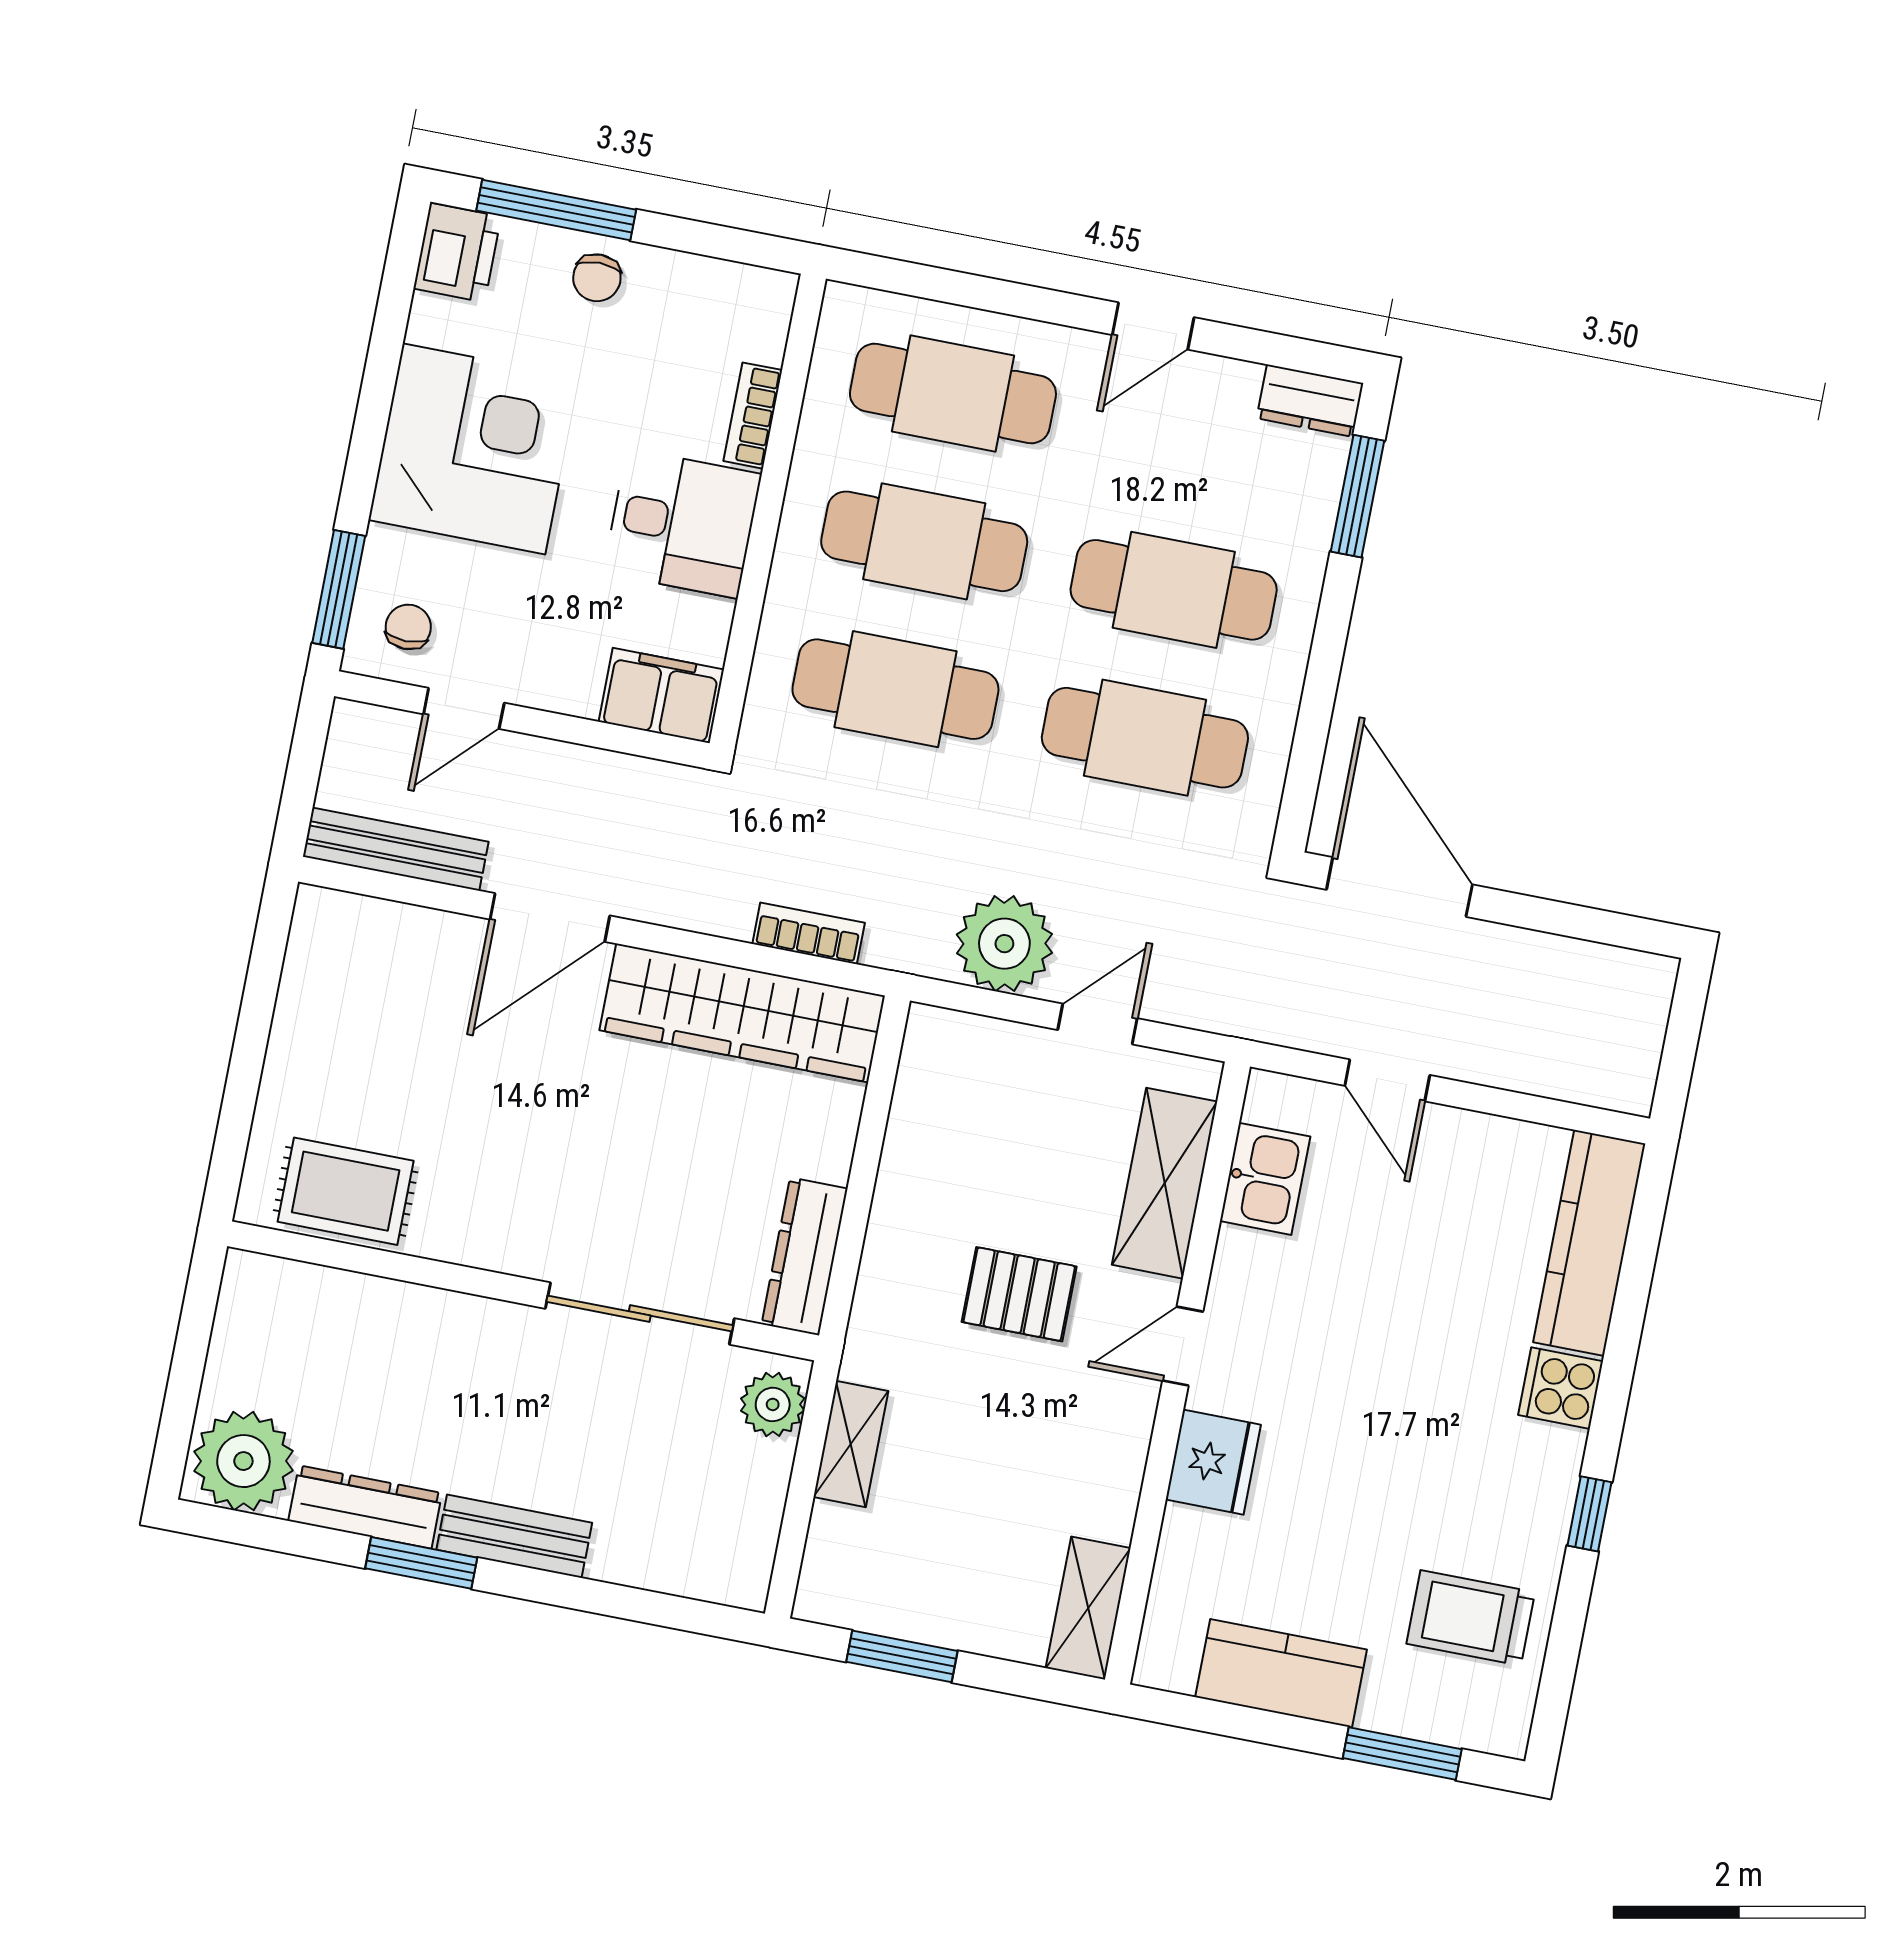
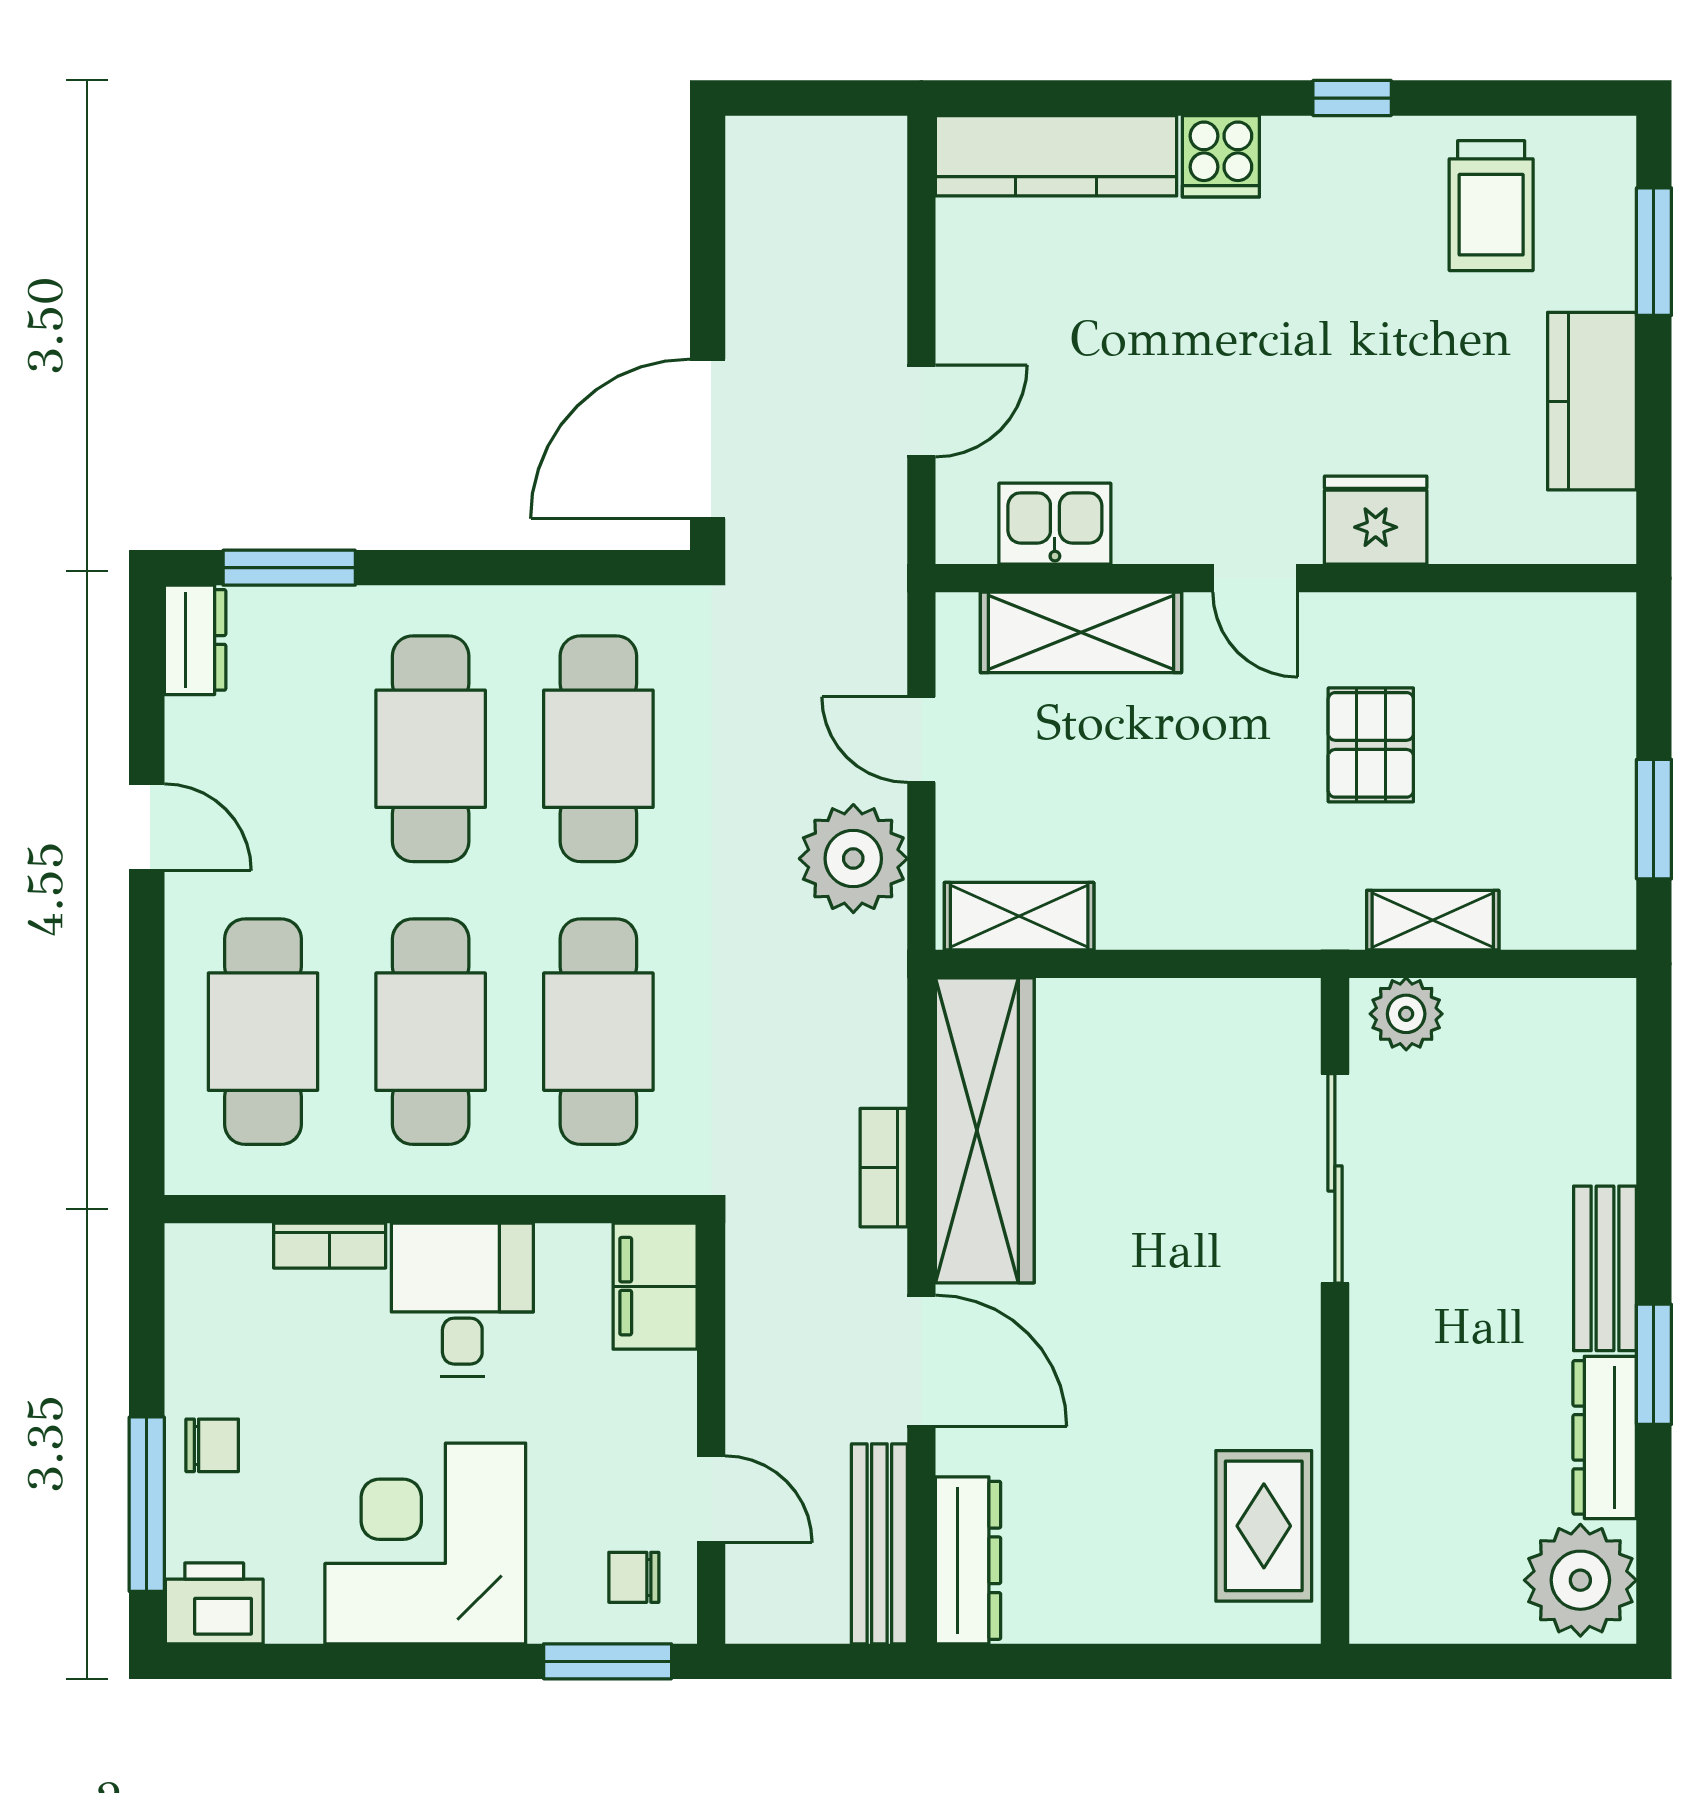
bookcase: (809, 933) -> (884, 1168), moved
dresser: (805, 1256) -> (968, 1560), moved, turned -90
pallet: (1019, 1294) -> (1371, 745), moved
shelving: (1088, 1608) -> (1019, 916), moved

